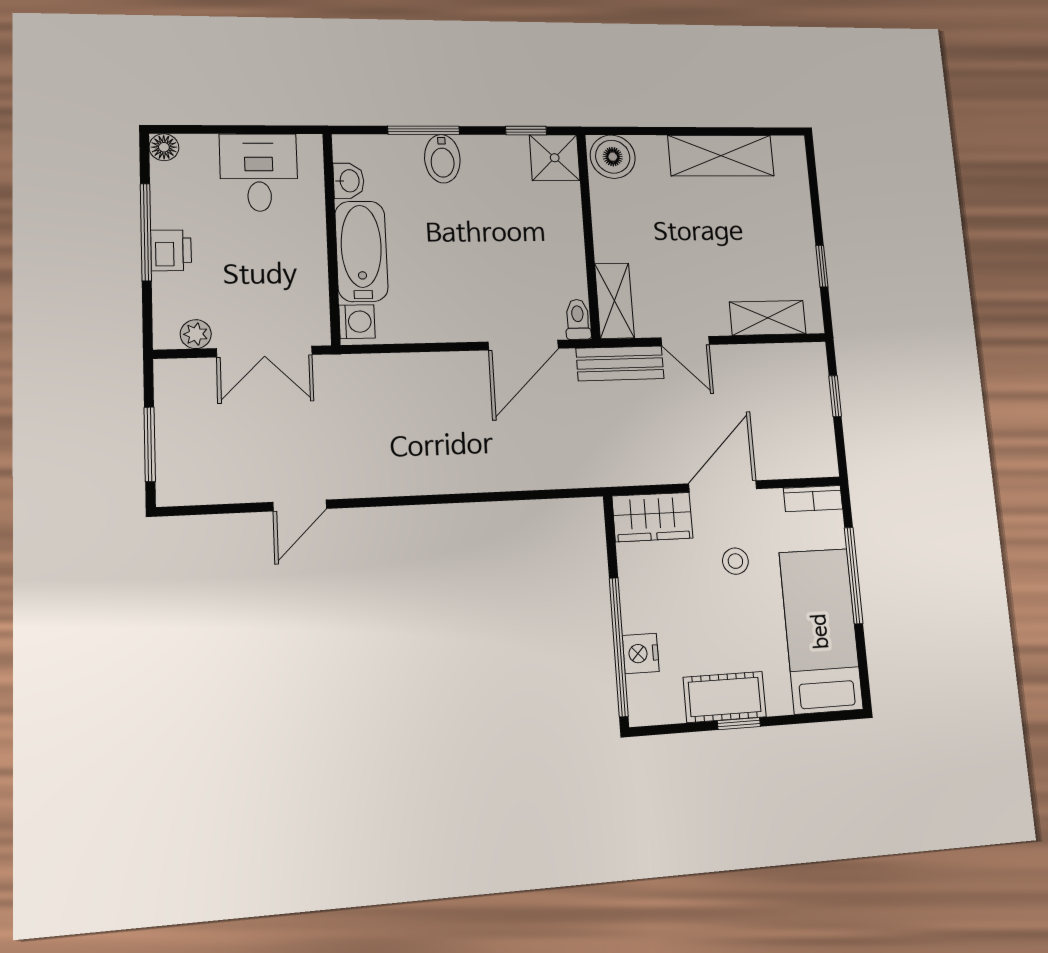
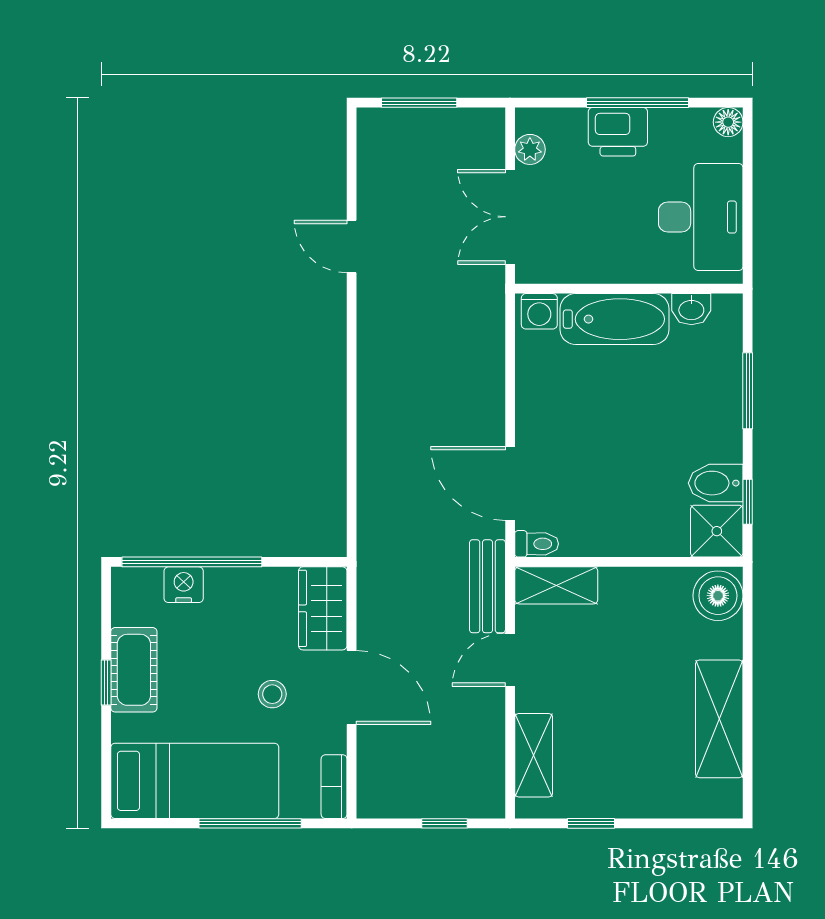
bidet: (442, 159) -> (716, 483), moved
desk: (259, 172) -> (701, 217), width x1.37
printer: (171, 250) -> (618, 132), width x1.36, depth x1.24

